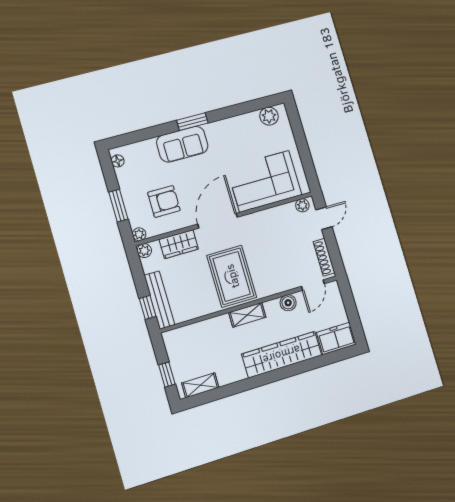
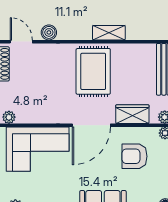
door: (313, 285) -> (21, 42), hinge flipped
shelving: (247, 315) -> (109, 33), moved

